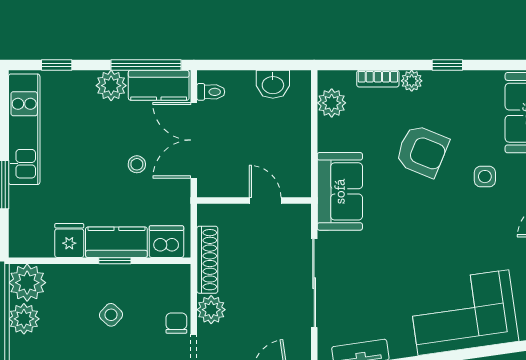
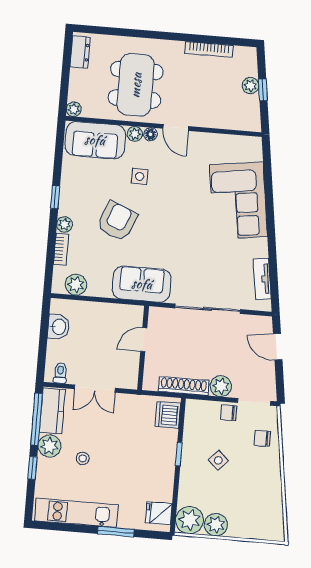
window: (57, 65) -> (32, 468), moved
double door: (194, 140) -> (95, 389), width x0.73
stool: (137, 164) -> (83, 458), moved
fridge: (69, 240) -> (159, 513), moved
kitchen counter: (116, 242) -> (165, 452), removed

